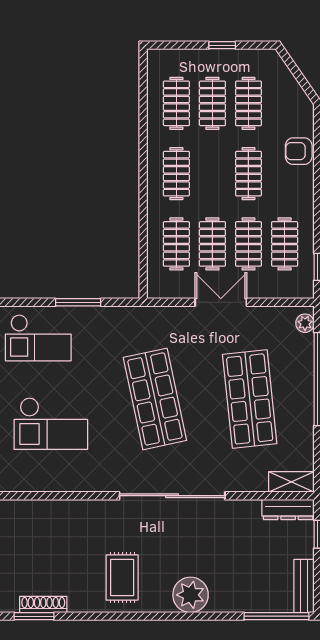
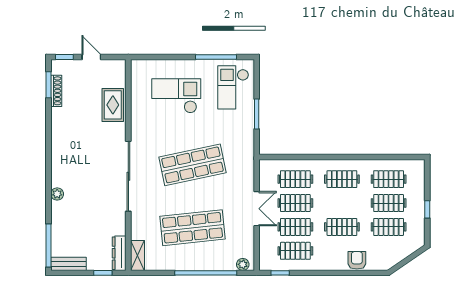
checkout: (51, 424) -> (176, 96), turned 90
rug: (122, 577) -> (113, 105), moved, turned 90
plant: (191, 595) -> (57, 194), width x0.53, depth x0.53

